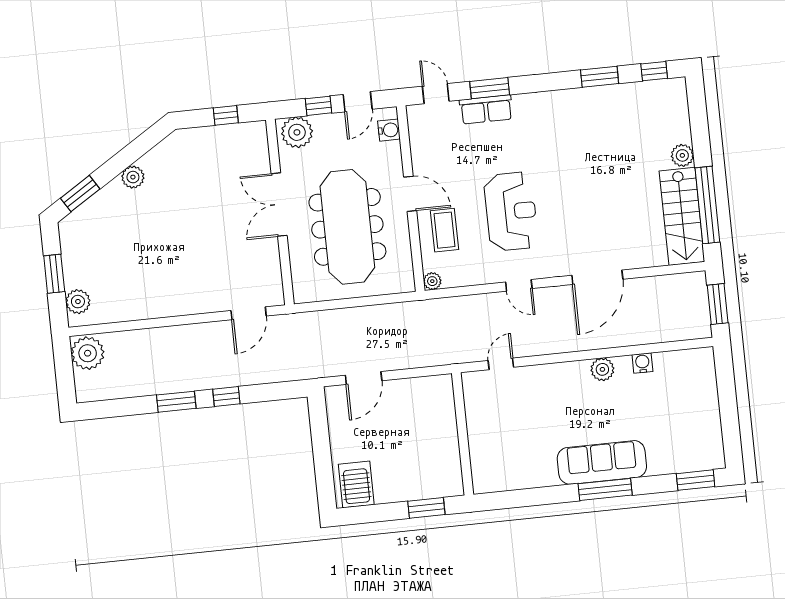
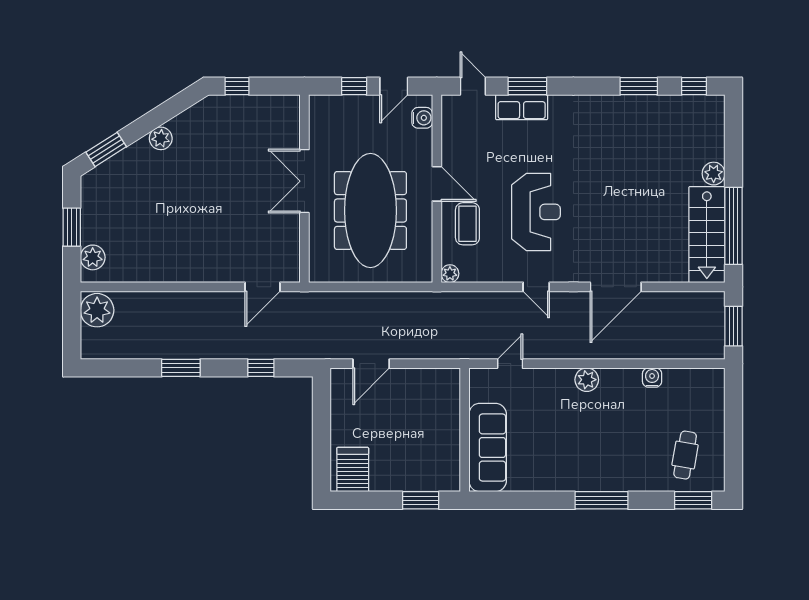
window: (226, 115) -> (237, 86), moved
plant: (297, 132) -> (330, 111), removed
plant: (602, 369) -> (587, 380), moved
window: (226, 397) -> (261, 368), moved
cafe table: (683, 436) -> (685, 455), added
sofa: (602, 462) -> (488, 448), moved, turned 90

